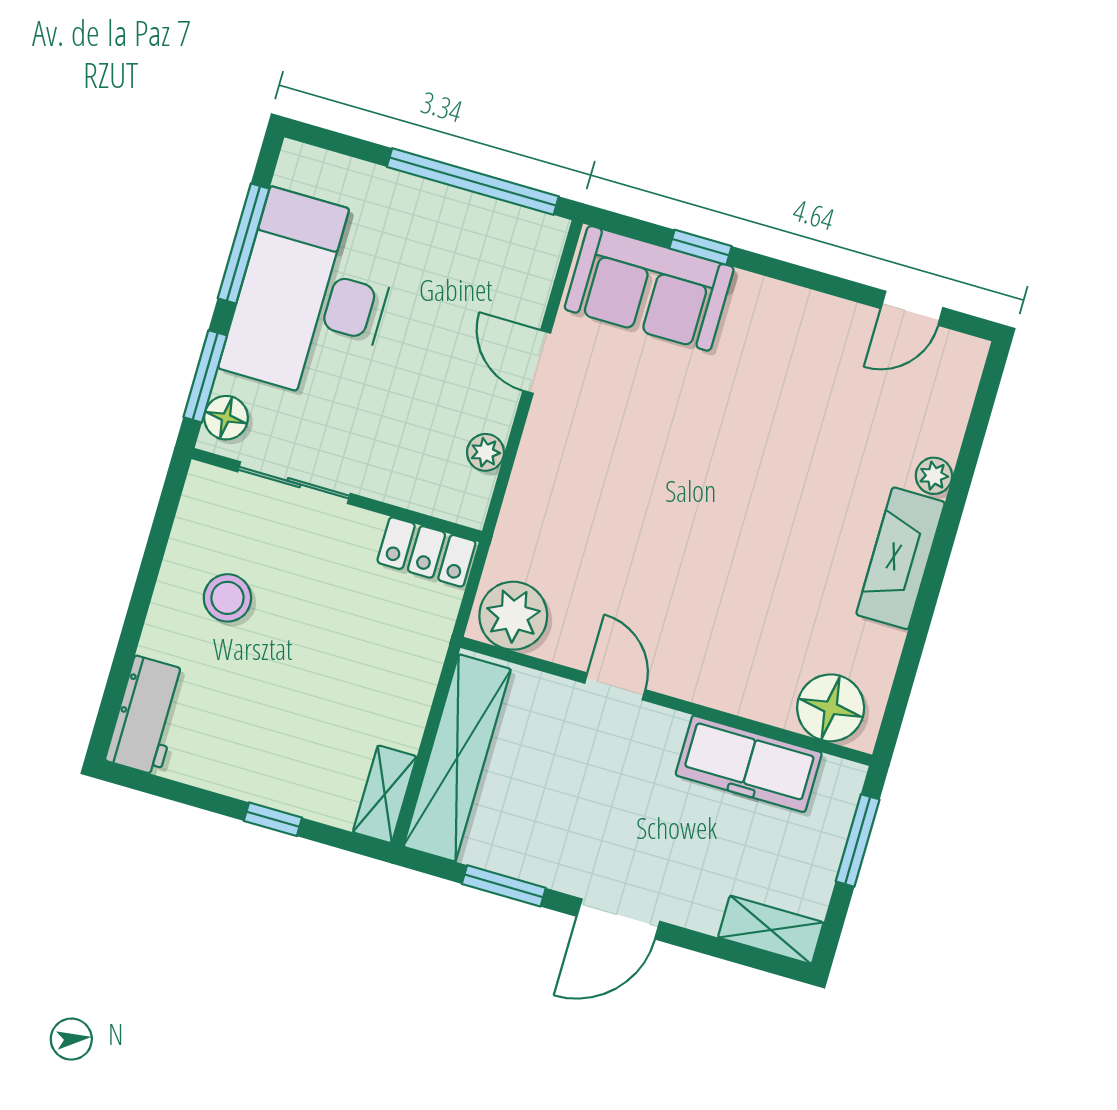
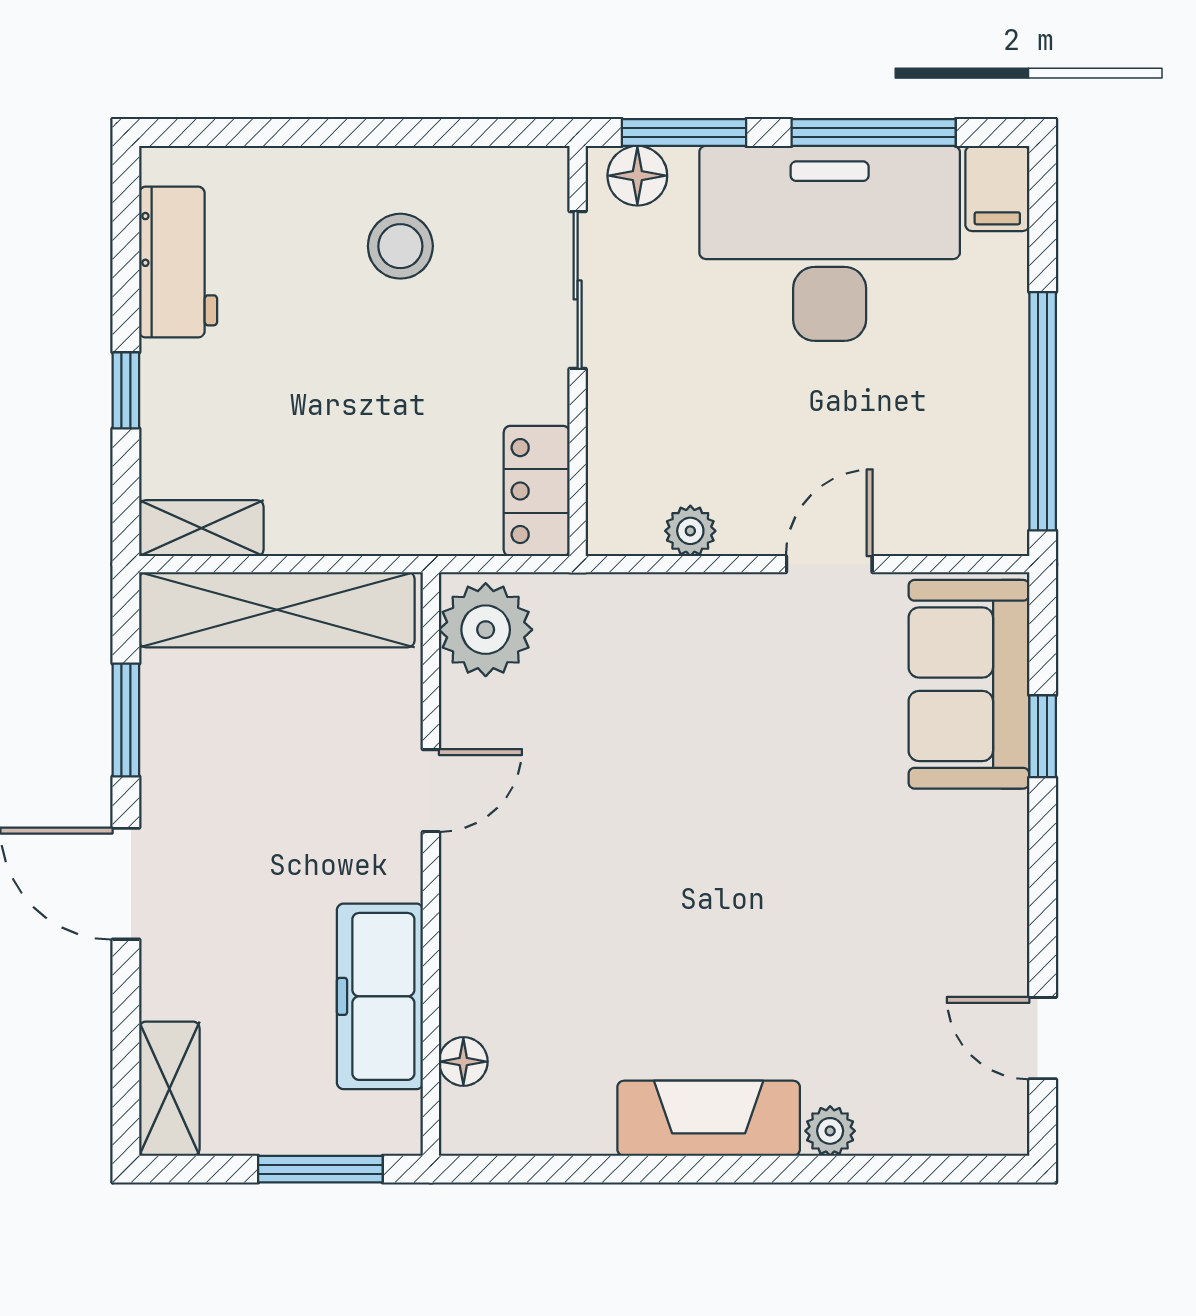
filing cabinet: (308, 168) -> (997, 188), added
floor lamp: (831, 708) -> (463, 1062), width x0.53, depth x0.53
workbench: (147, 716) -> (178, 262), moved, turned -90

